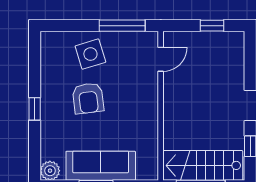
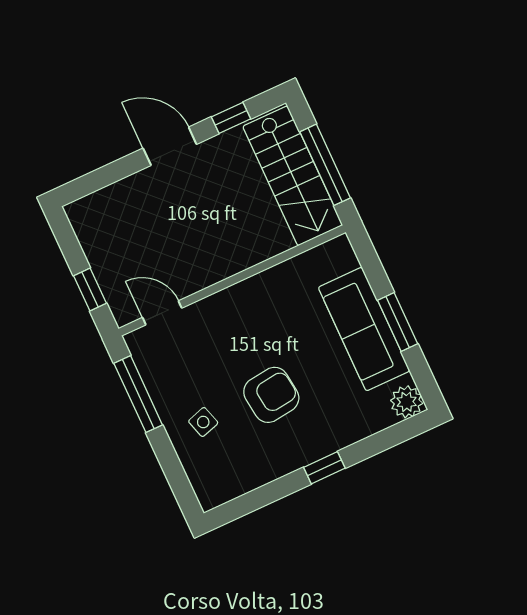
window: (212, 26) -> (90, 290), moved
side table: (90, 54) -> (203, 422), width x0.54, depth x0.54

